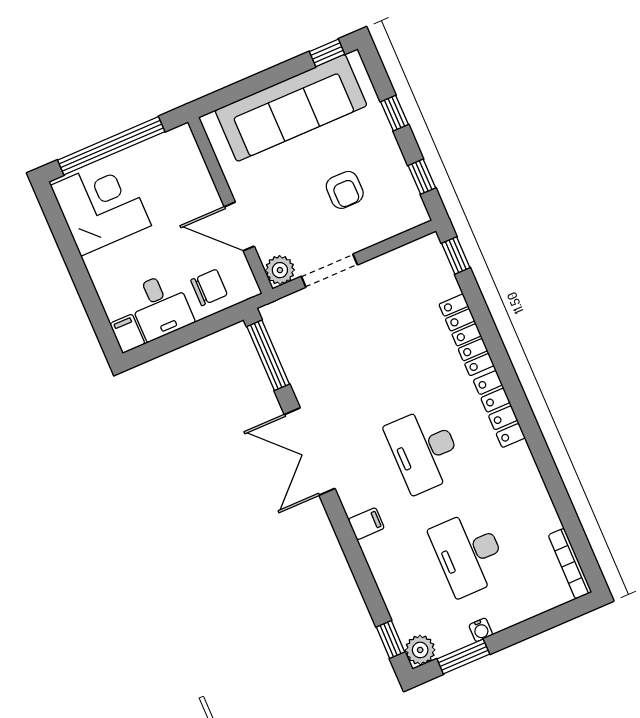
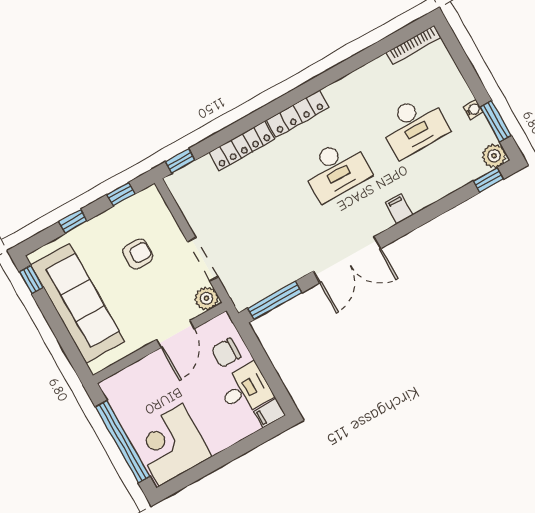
chair: (209, 287) -> (226, 353), turned -90

